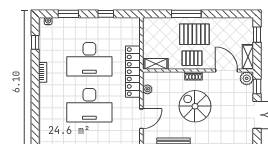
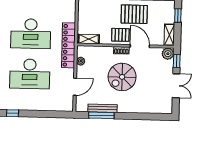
pallet: (194, 34) -> (134, 14), moved
door: (227, 70) -> (140, 46), moved
spiral stairs: (195, 106) -> (122, 77), turned -90

